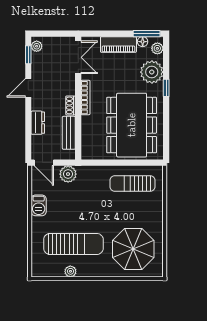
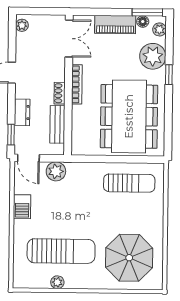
window: (28, 55) -> (11, 135), moved
sun lounger: (132, 183) -> (129, 183), turned 180

